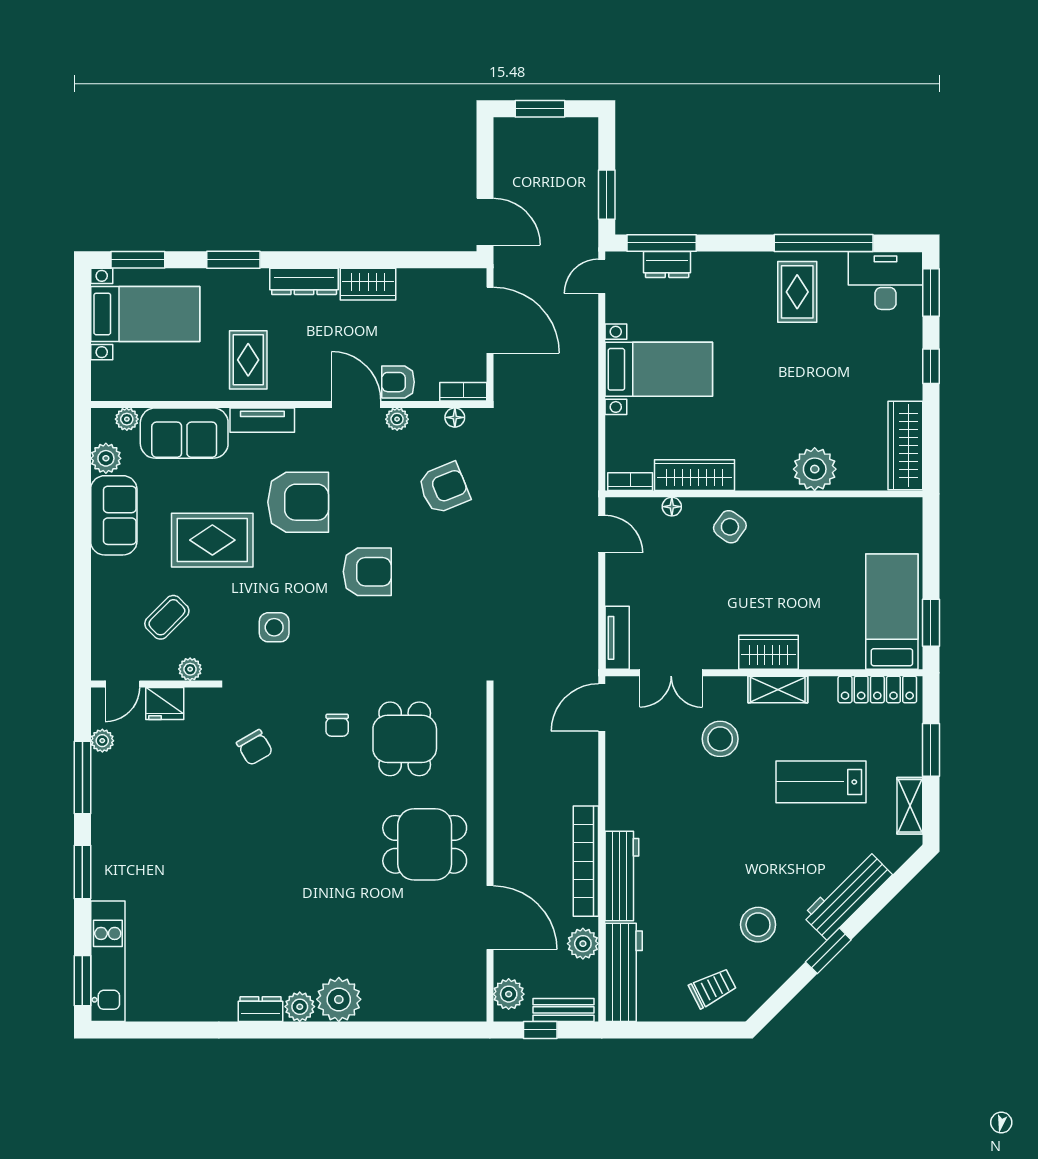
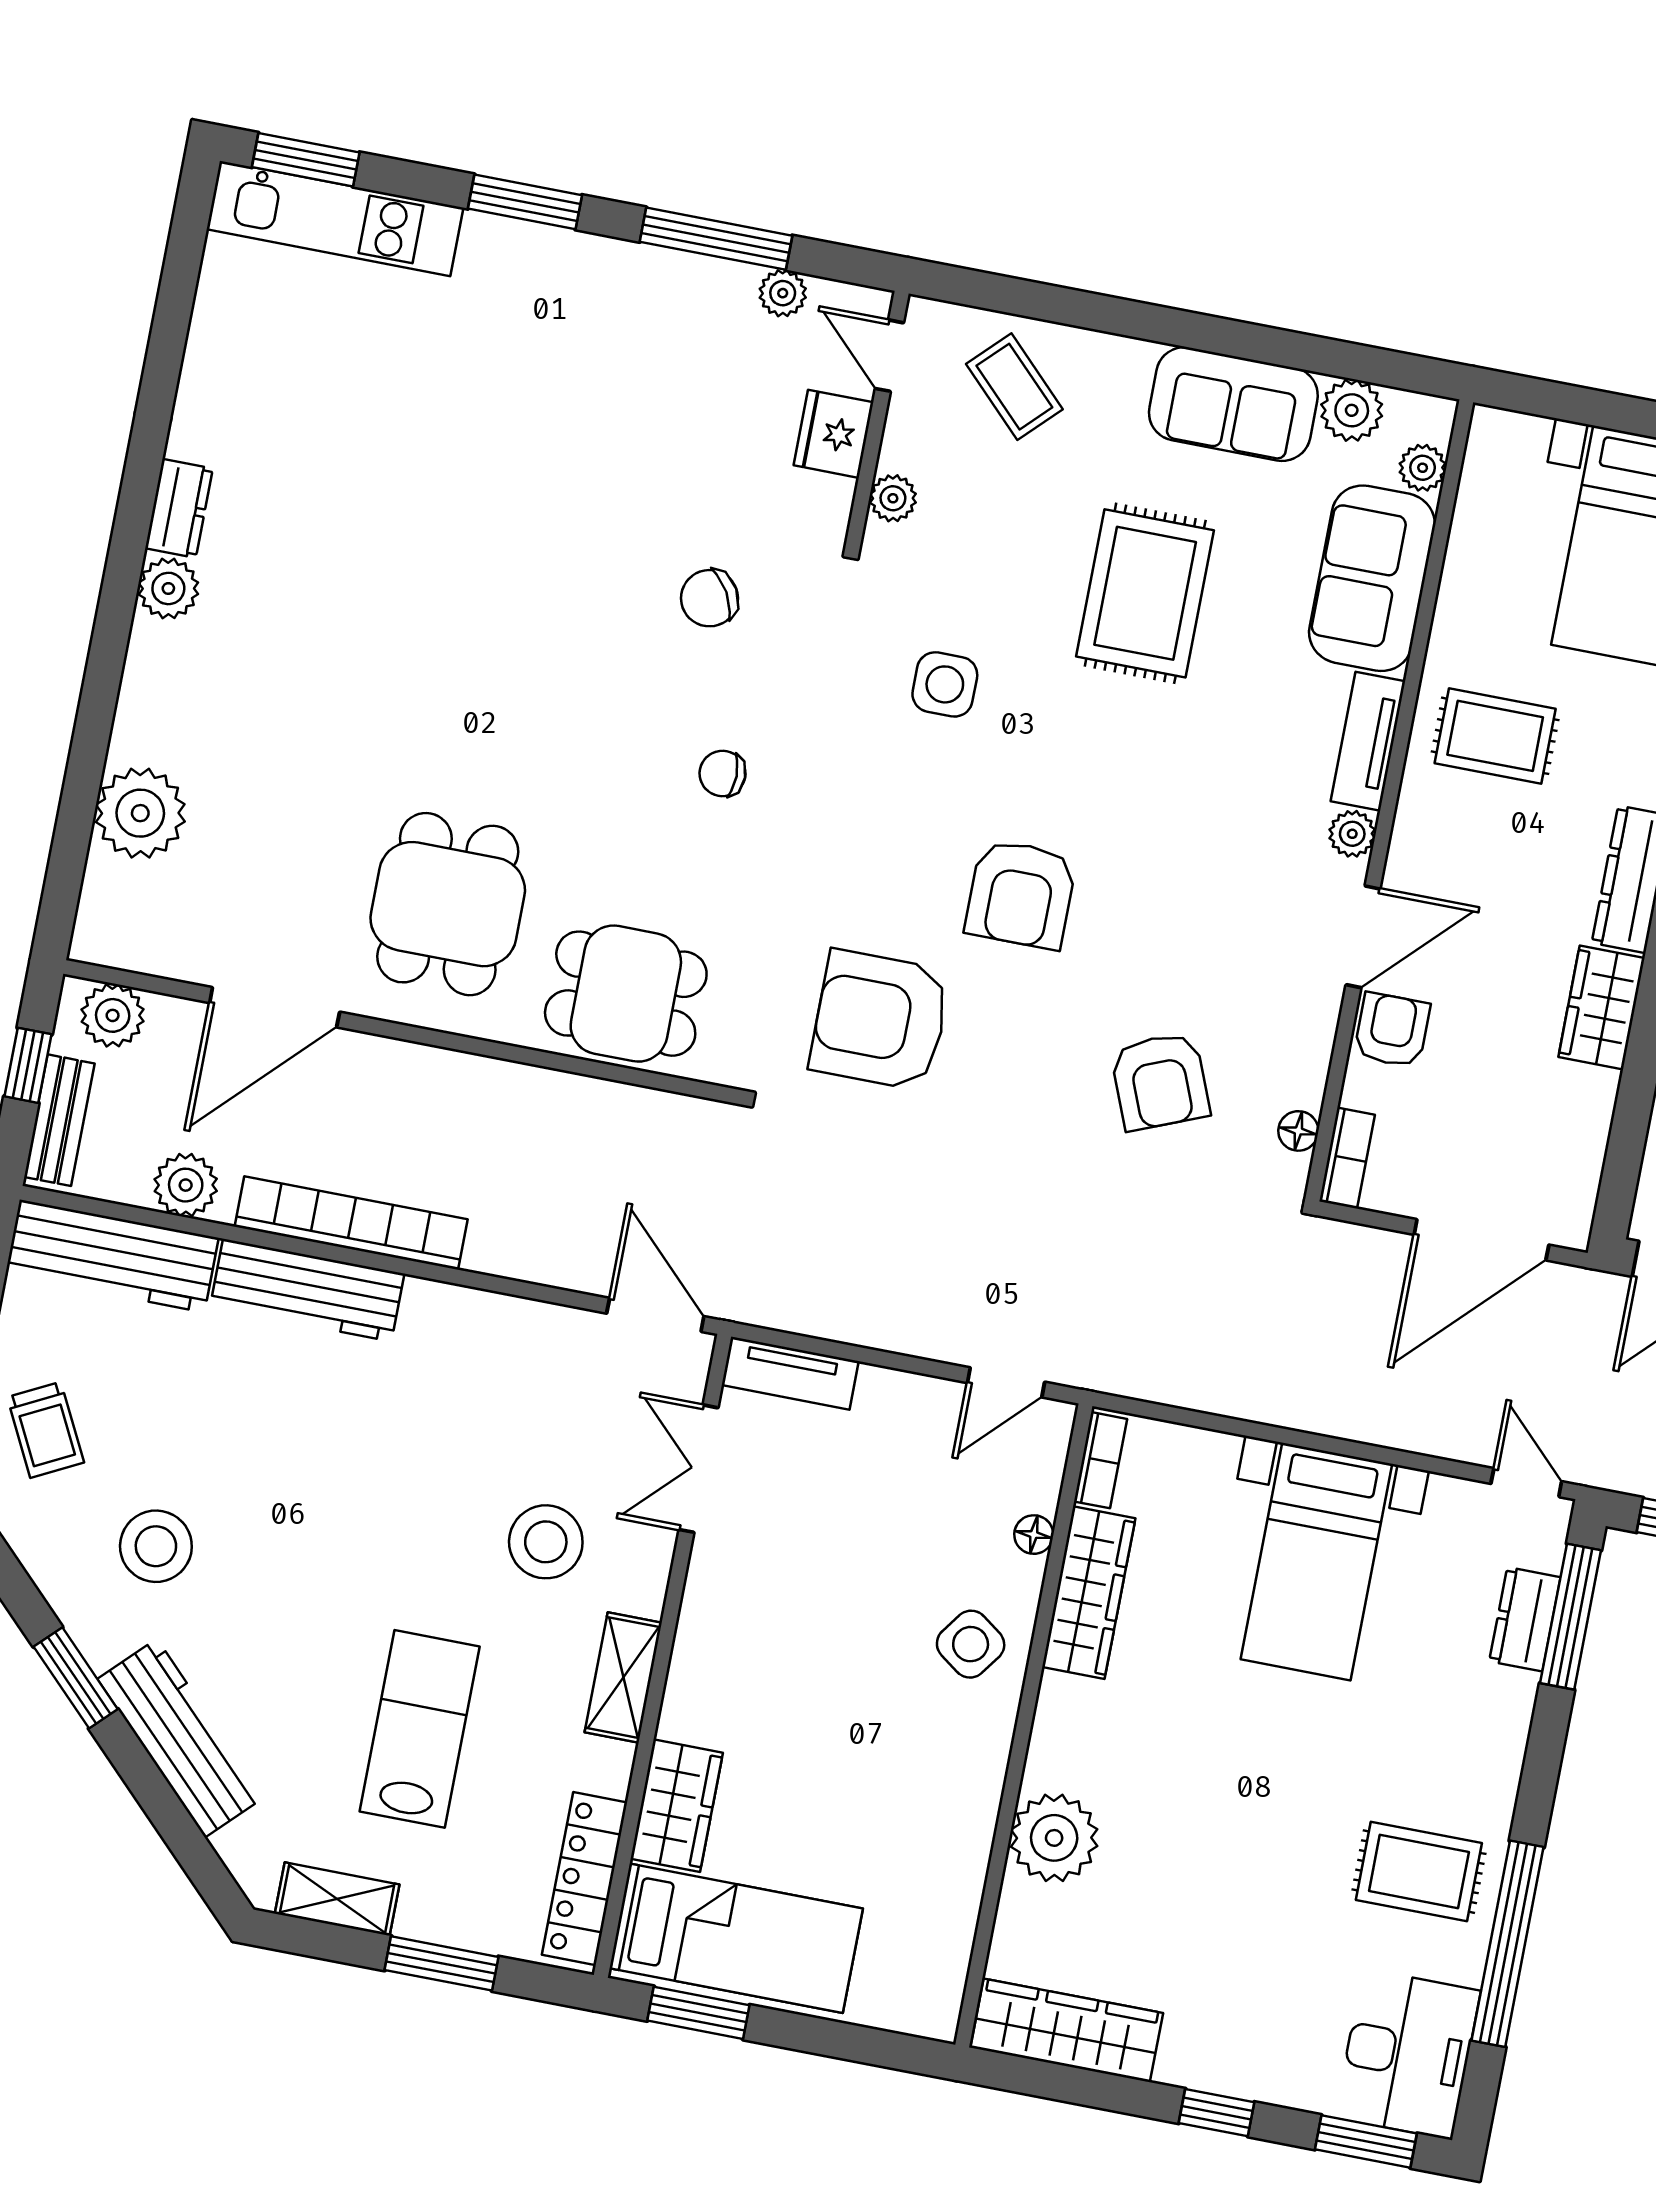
plant: (397, 419) -> (1352, 834), moved
armchair: (298, 502) -> (880, 1020), moved, turned 90
coffee table: (167, 617) -> (1014, 387), moved
wardrobe: (768, 652) -> (677, 1806), moved
dining table: (405, 739) -> (626, 994), moved
plant: (339, 999) -> (140, 813), moved

